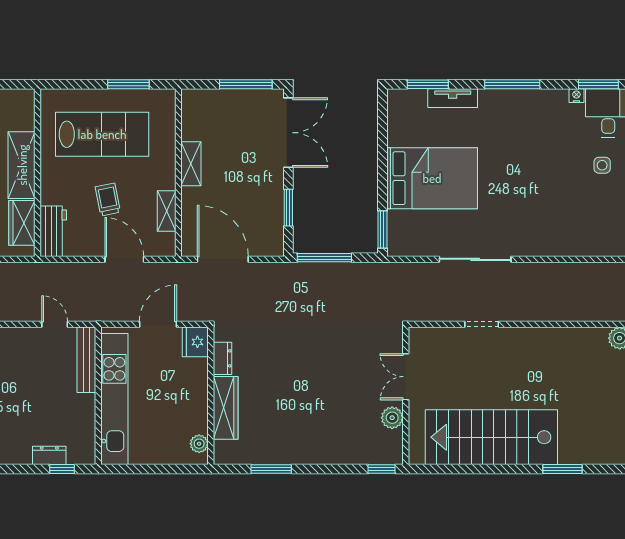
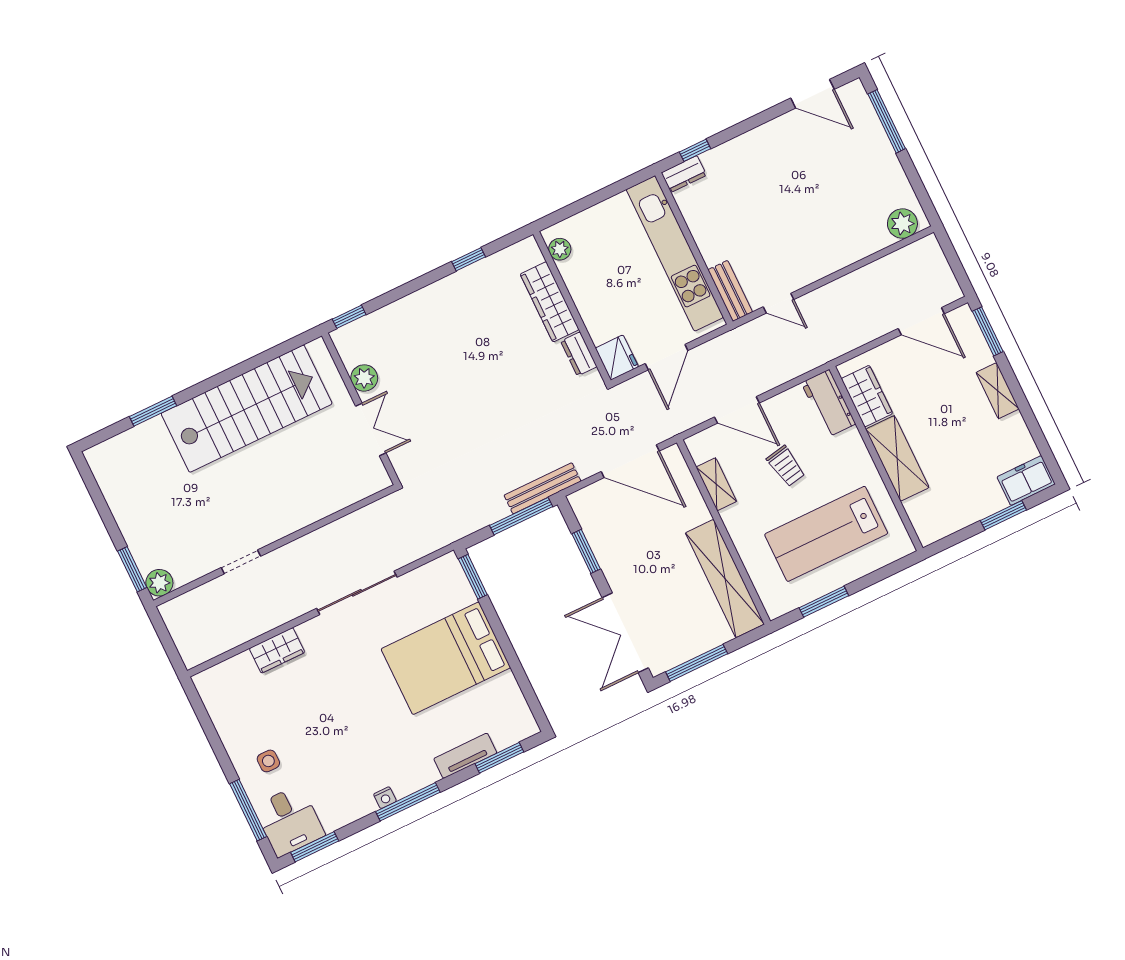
nightstand: (576, 96) -> (385, 798), moved
shelving: (191, 164) -> (725, 579), width x2.20, depth x1.33
wardrobe: (556, 245) -> (277, 650), added
bench: (298, 271) -> (542, 488), added
doorway: (482, 324) -> (241, 562), moved
bench: (86, 360) -> (730, 291), width x0.73
dresser: (49, 455) -> (684, 174), moved
window: (271, 469) -> (469, 259), width x0.67

